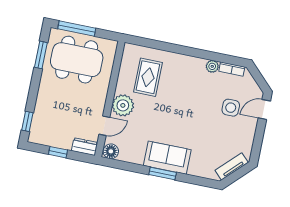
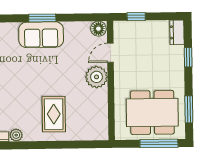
rug: (148, 77) -> (54, 114), moved
window: (27, 121) -> (188, 57), moved
dresser: (85, 147) -> (177, 32), moved, turned 90
window: (58, 152) -> (136, 17), moved

